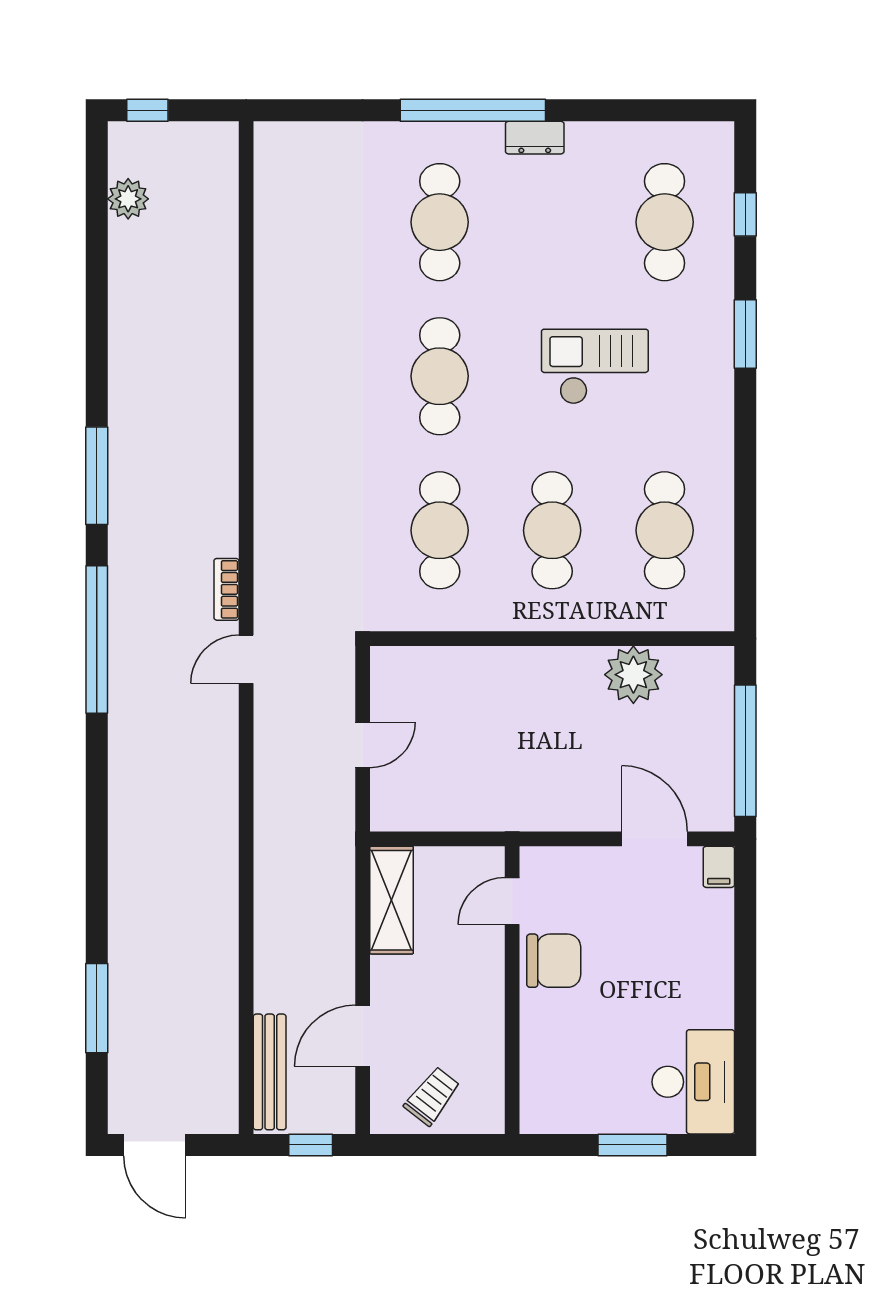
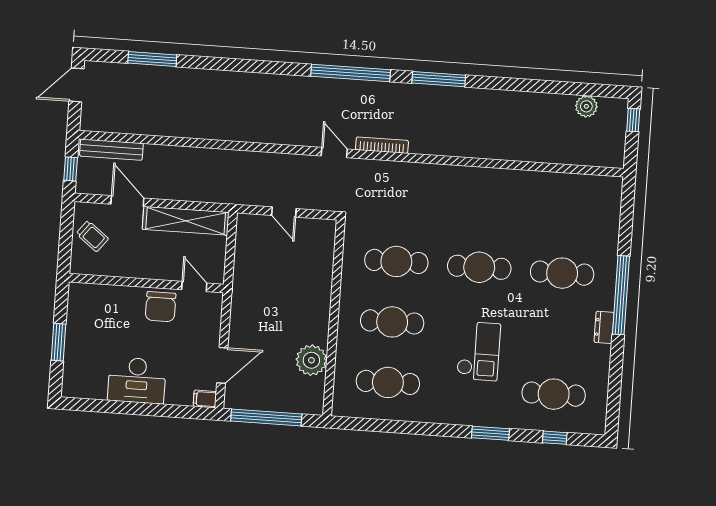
bookcase: (226, 589) -> (382, 145), width x1.56
shelving: (392, 900) -> (186, 221), width x1.47
desk: (693, 1082) -> (137, 380), moved

